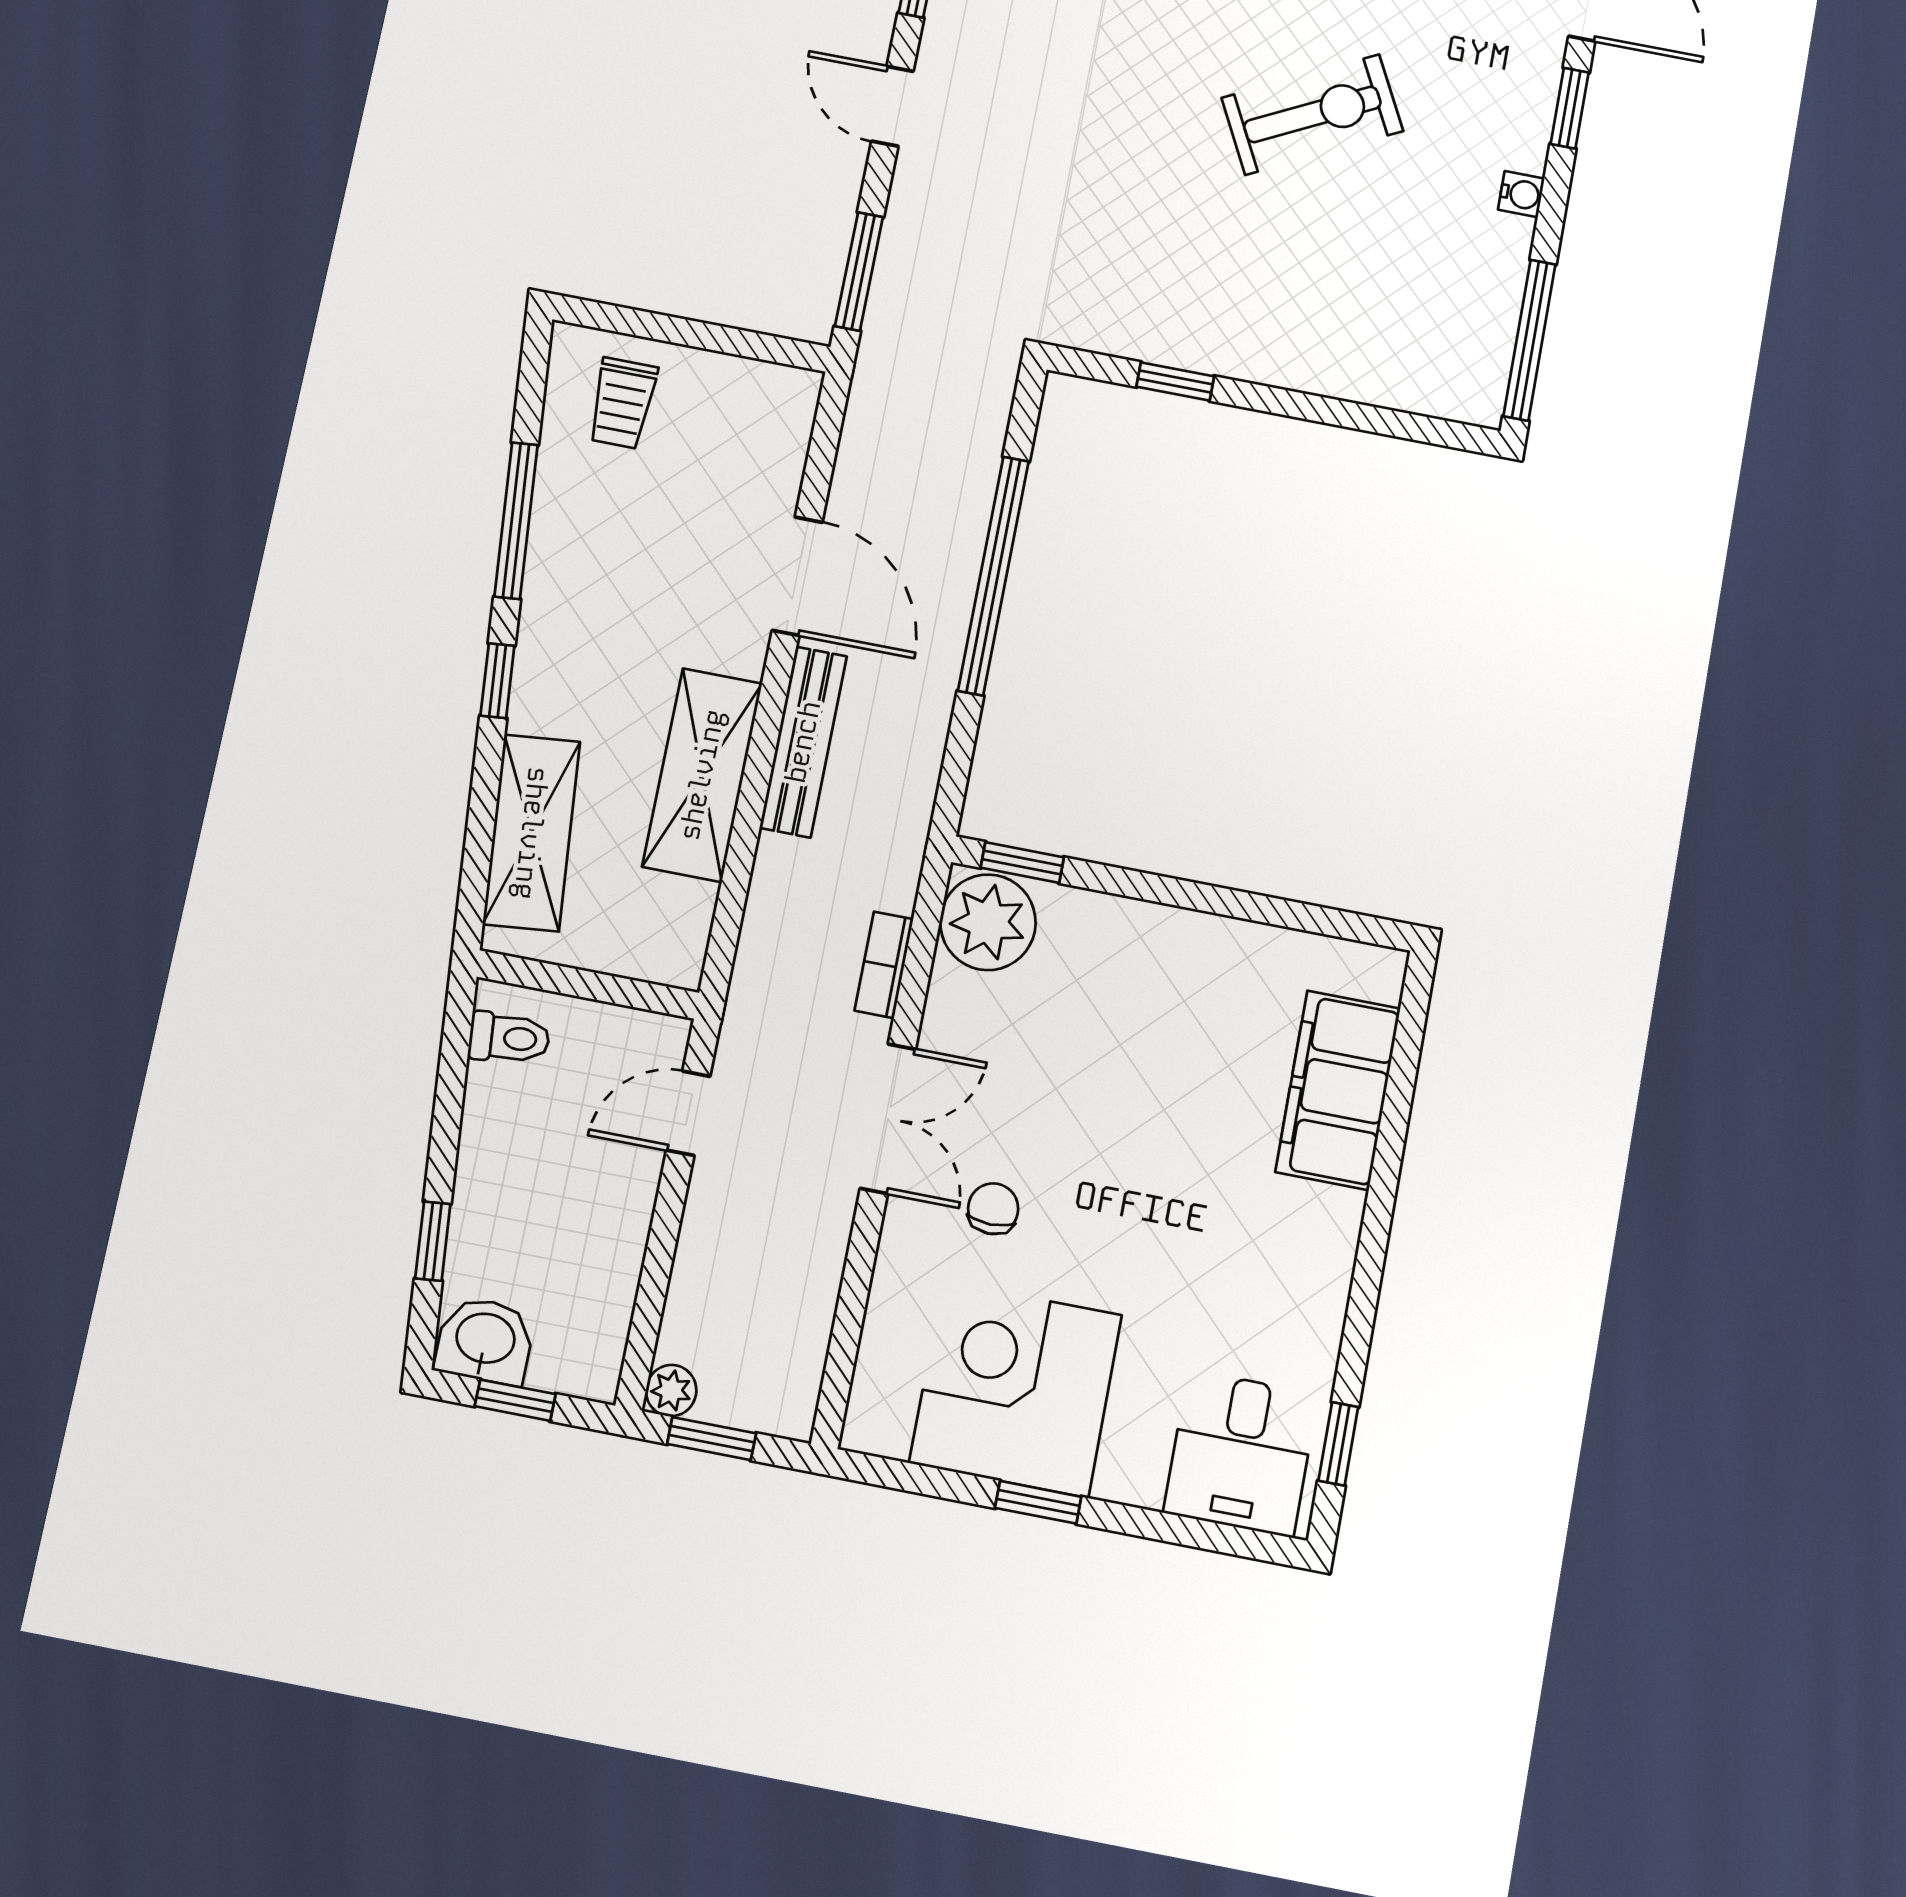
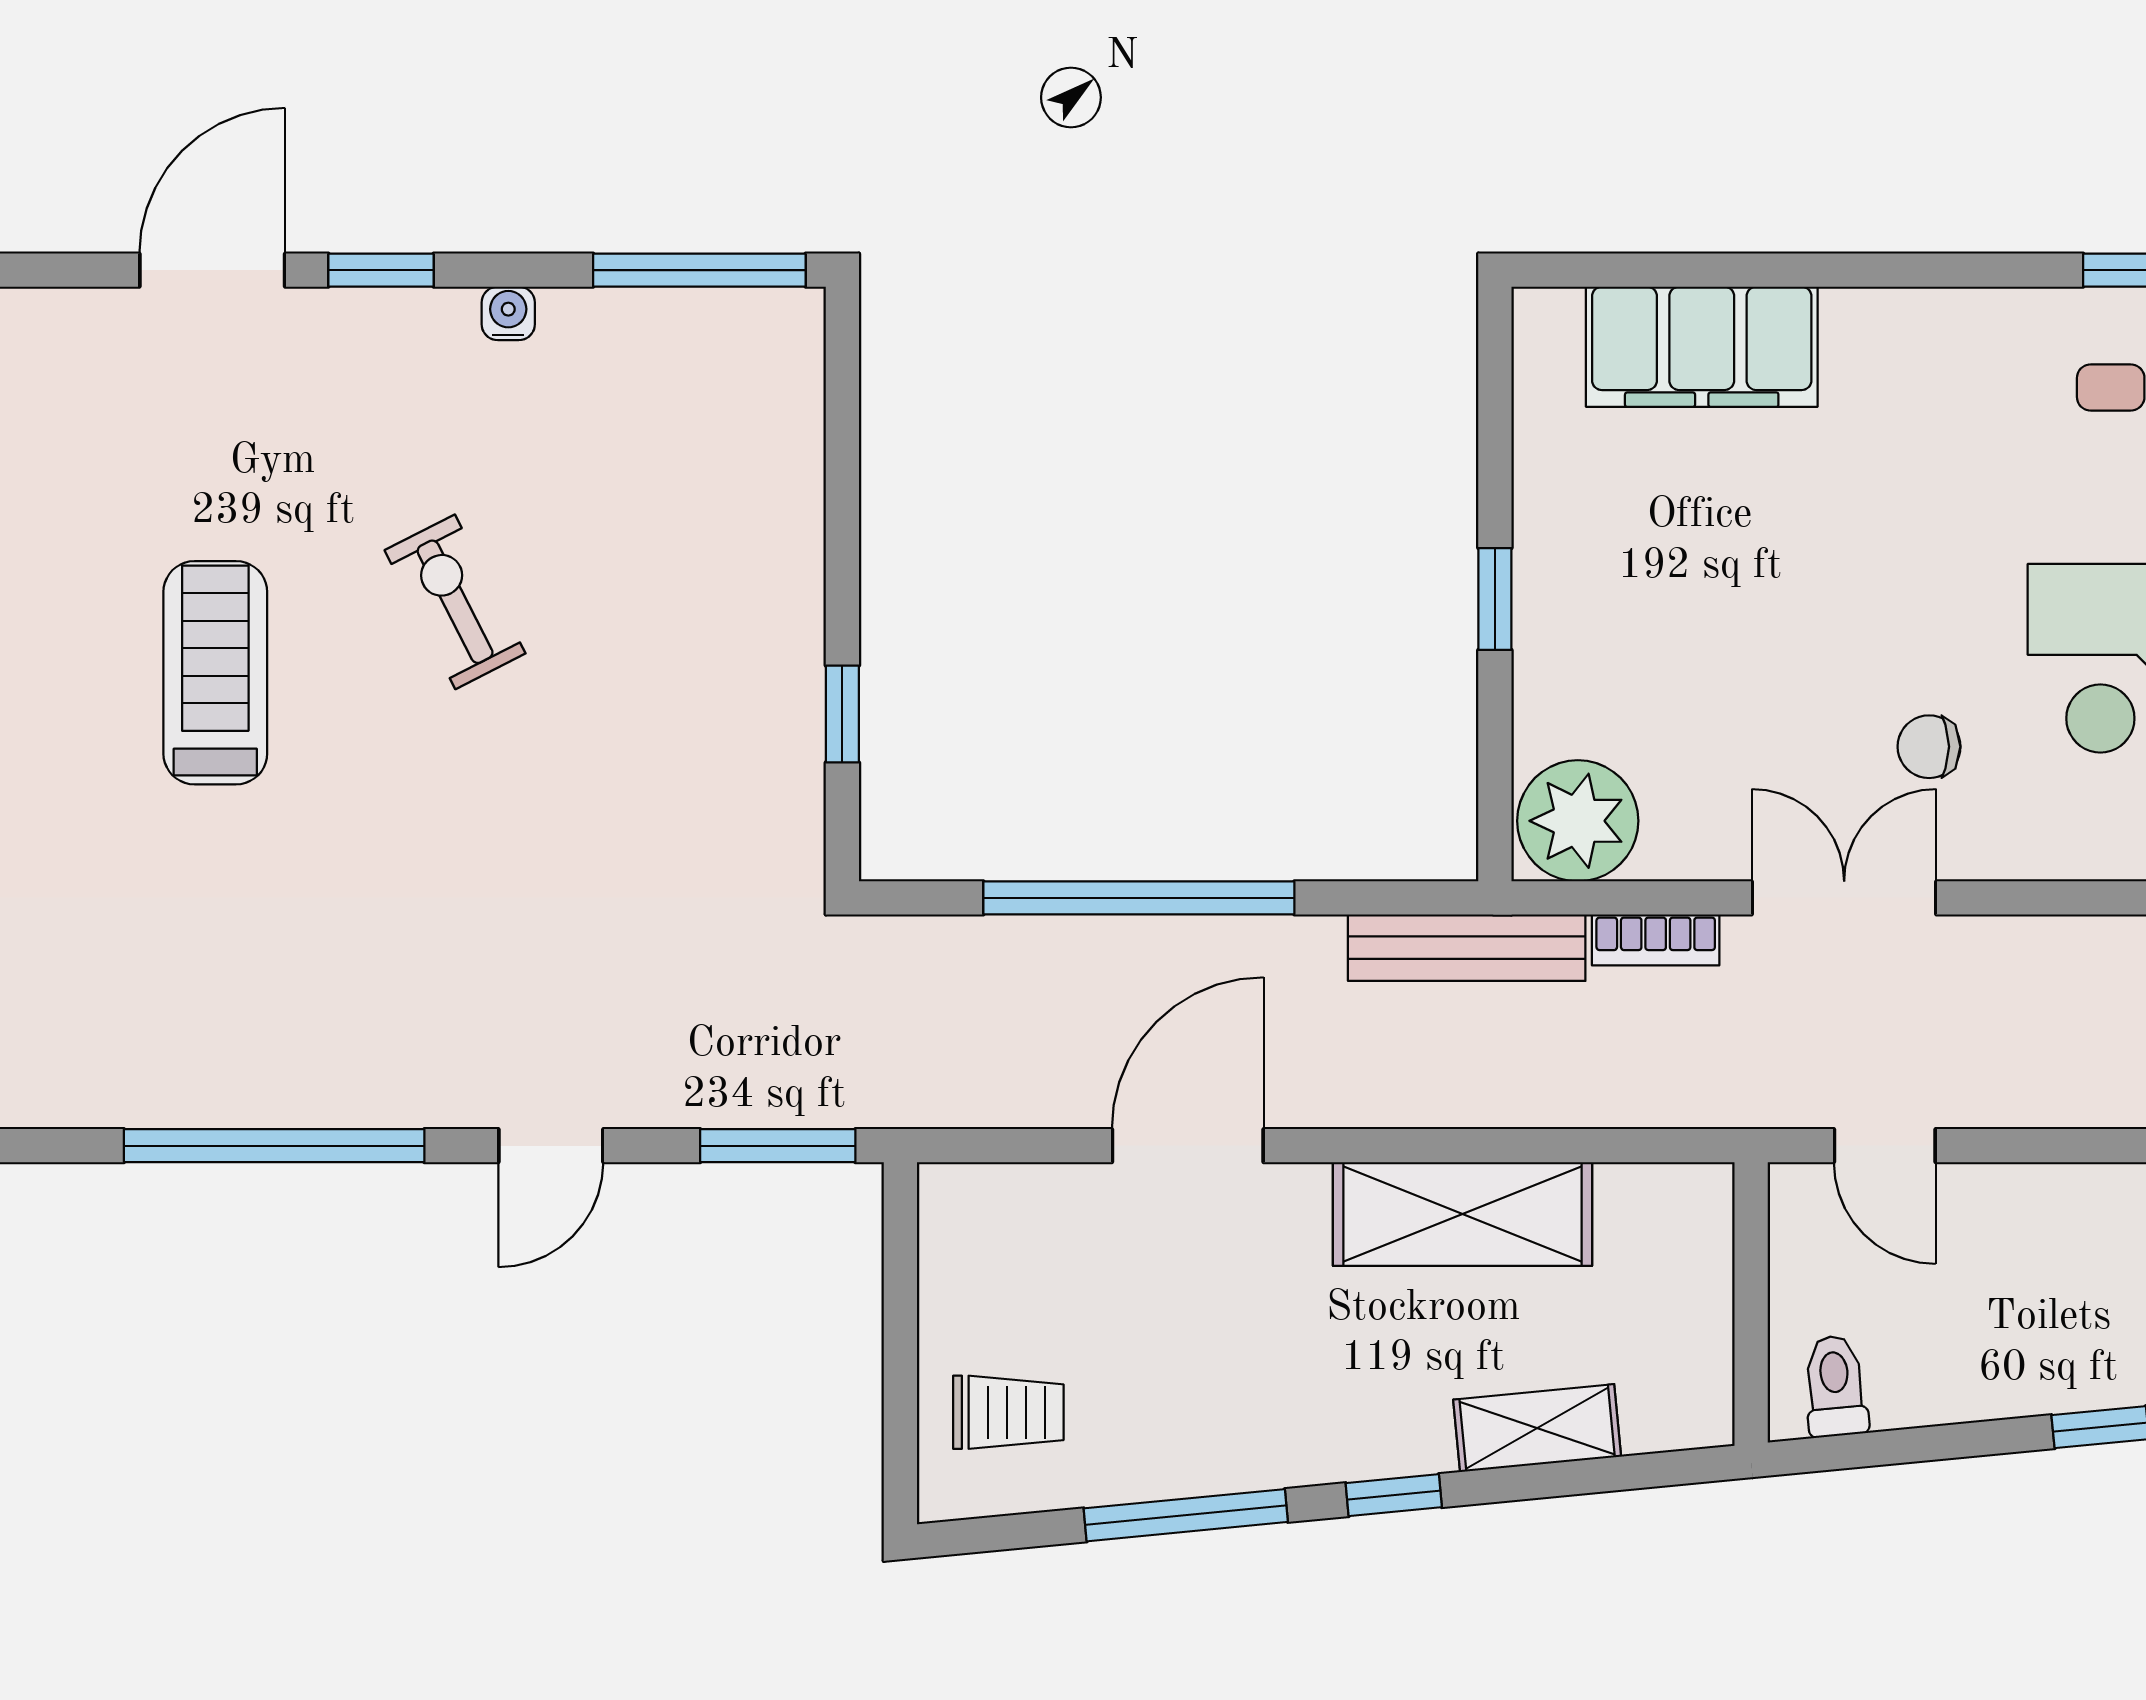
exercise bike: (1312, 114) -> (455, 602), width x0.73, depth x0.72
bench: (803, 742) -> (1467, 948), moved
shelving: (531, 833) -> (1537, 1428), width x0.67, depth x0.75
window: (1022, 863) -> (1495, 599), moved

